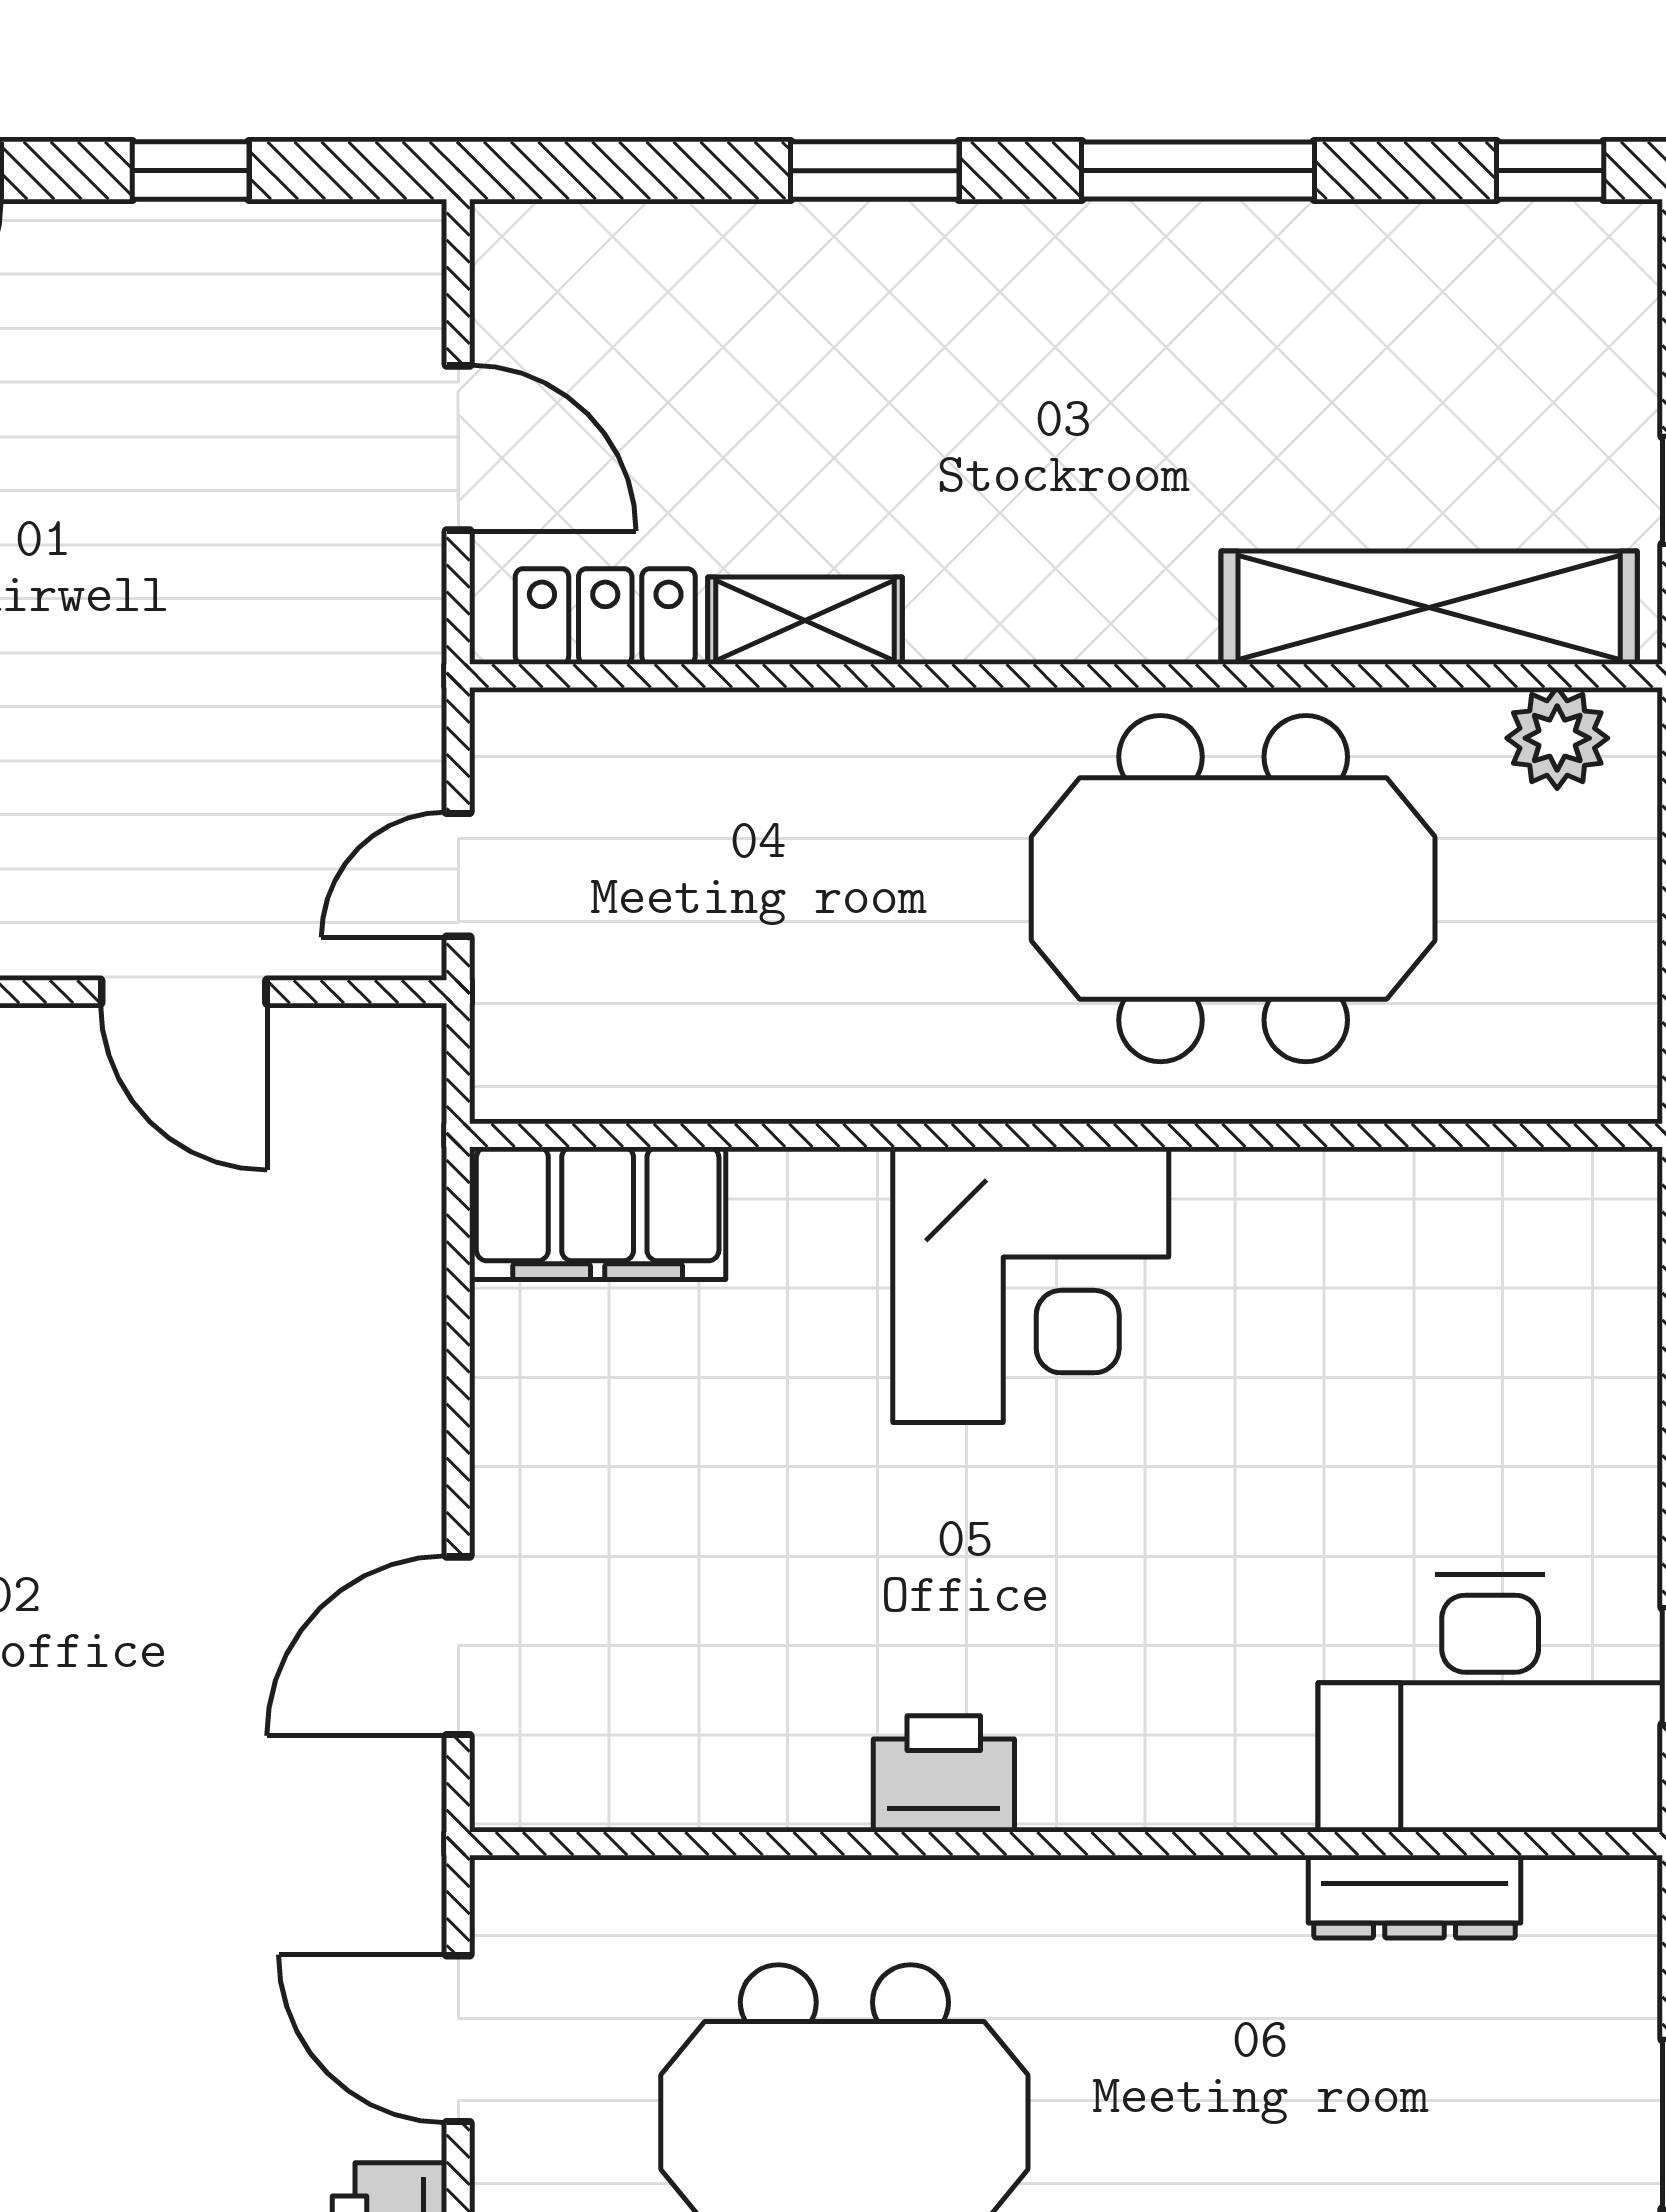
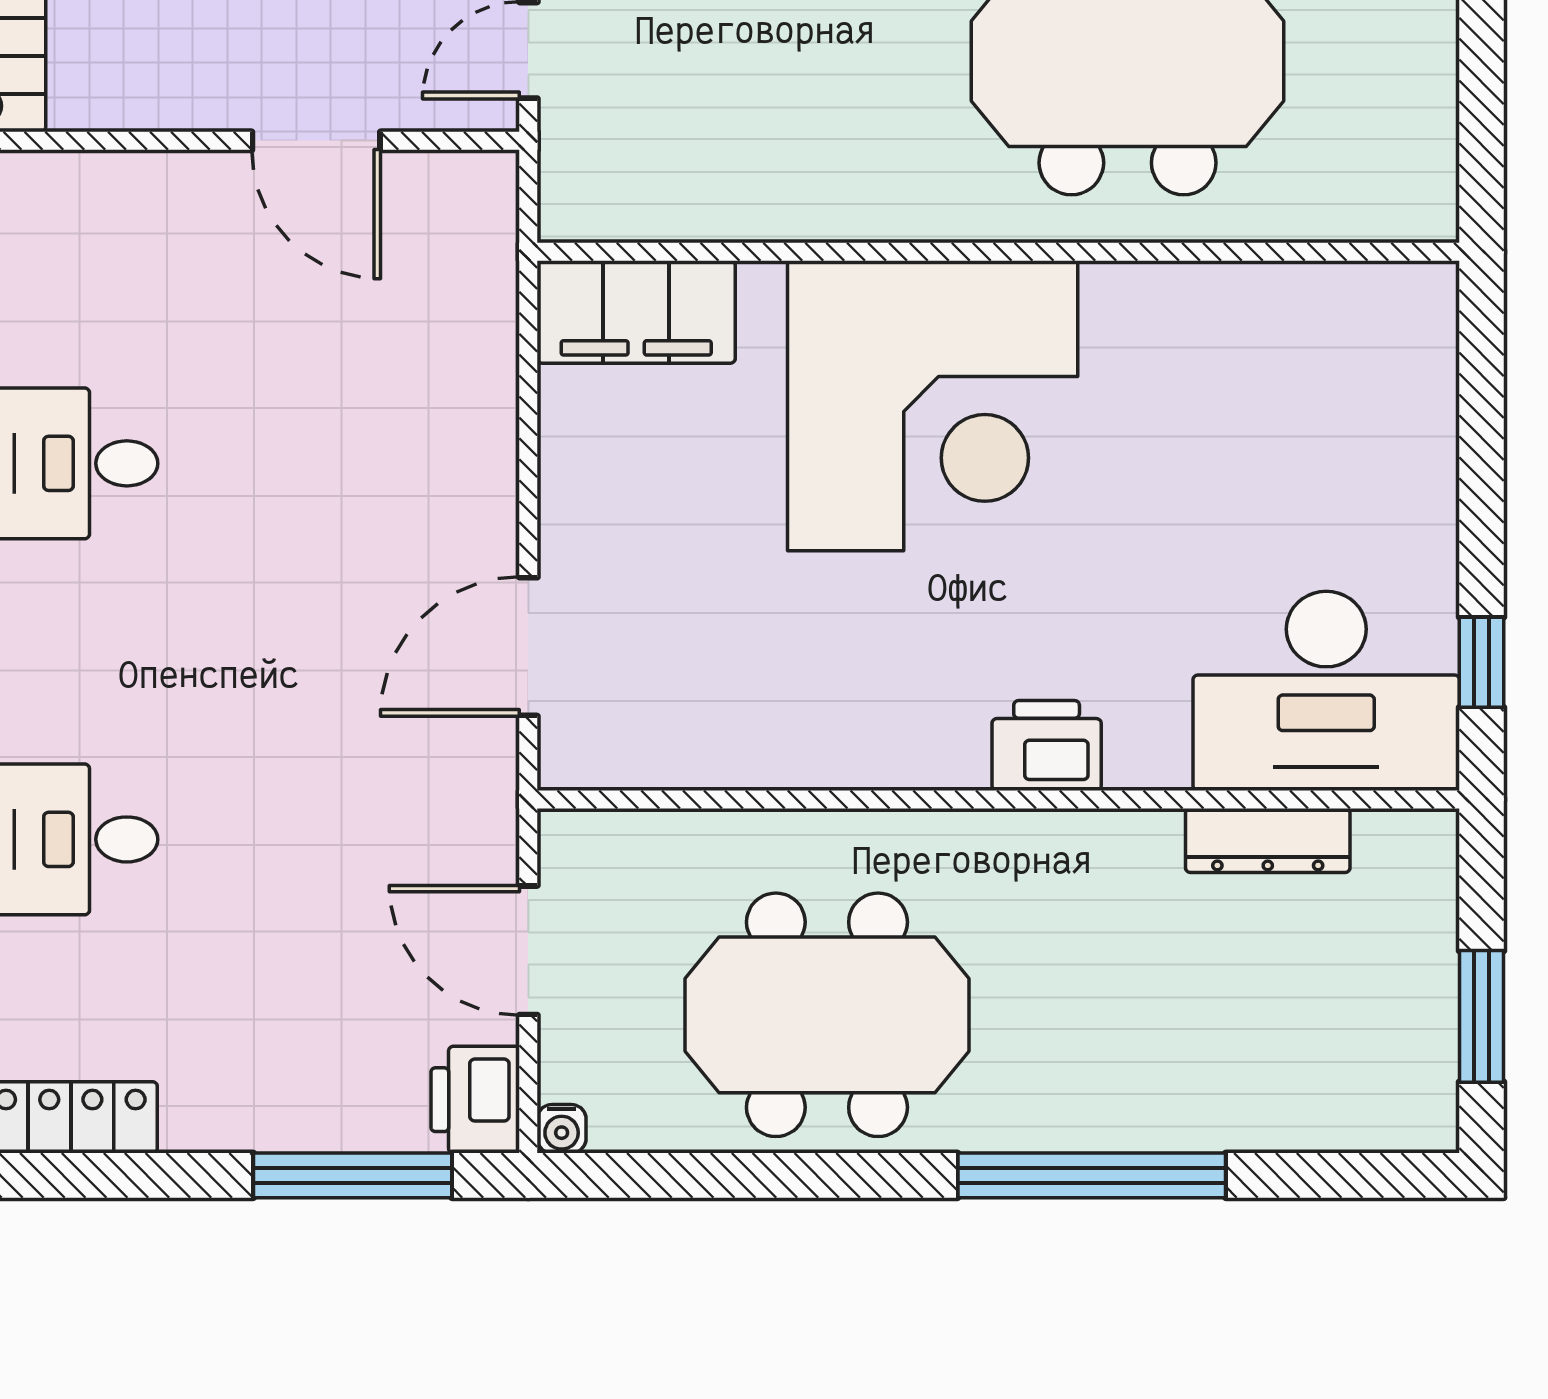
corner desk: (1031, 1285) -> (933, 406), width x1.36, depth x1.36
printer: (944, 1774) -> (1047, 745), moved

